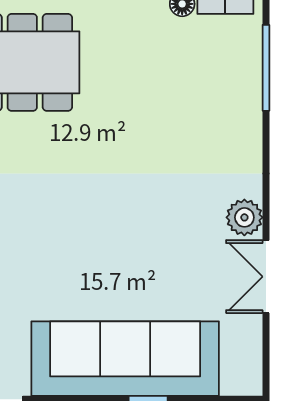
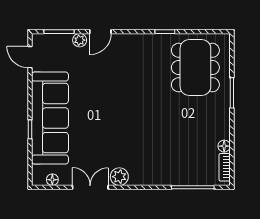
floor lamp: (251, 354) -> (52, 180), added

